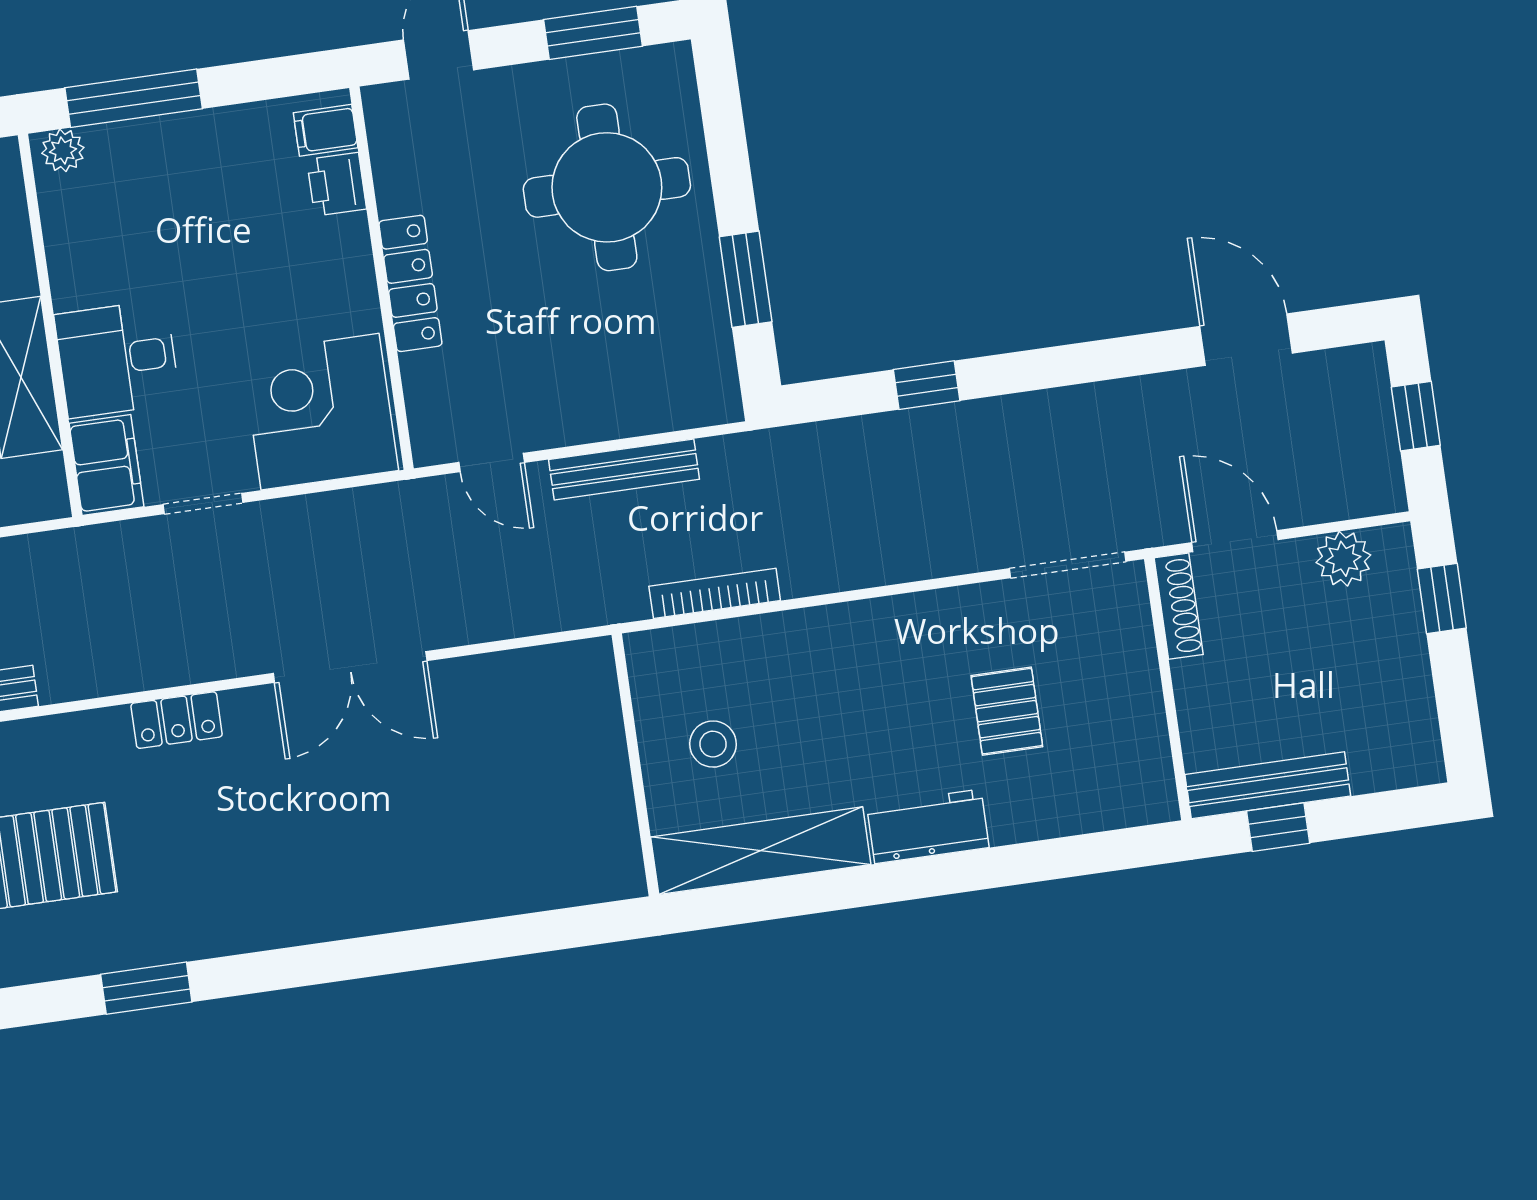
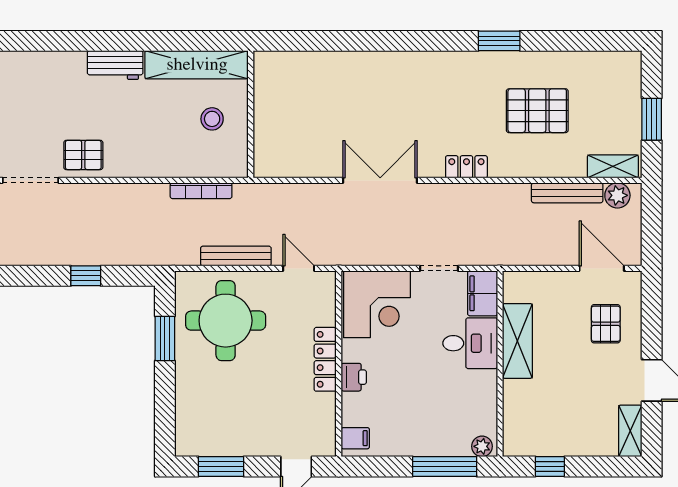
printer: (337, 184) -> (354, 377), moved
round table: (607, 187) -> (226, 321), moved
pallet: (1007, 711) -> (83, 155), moved, turned 90

